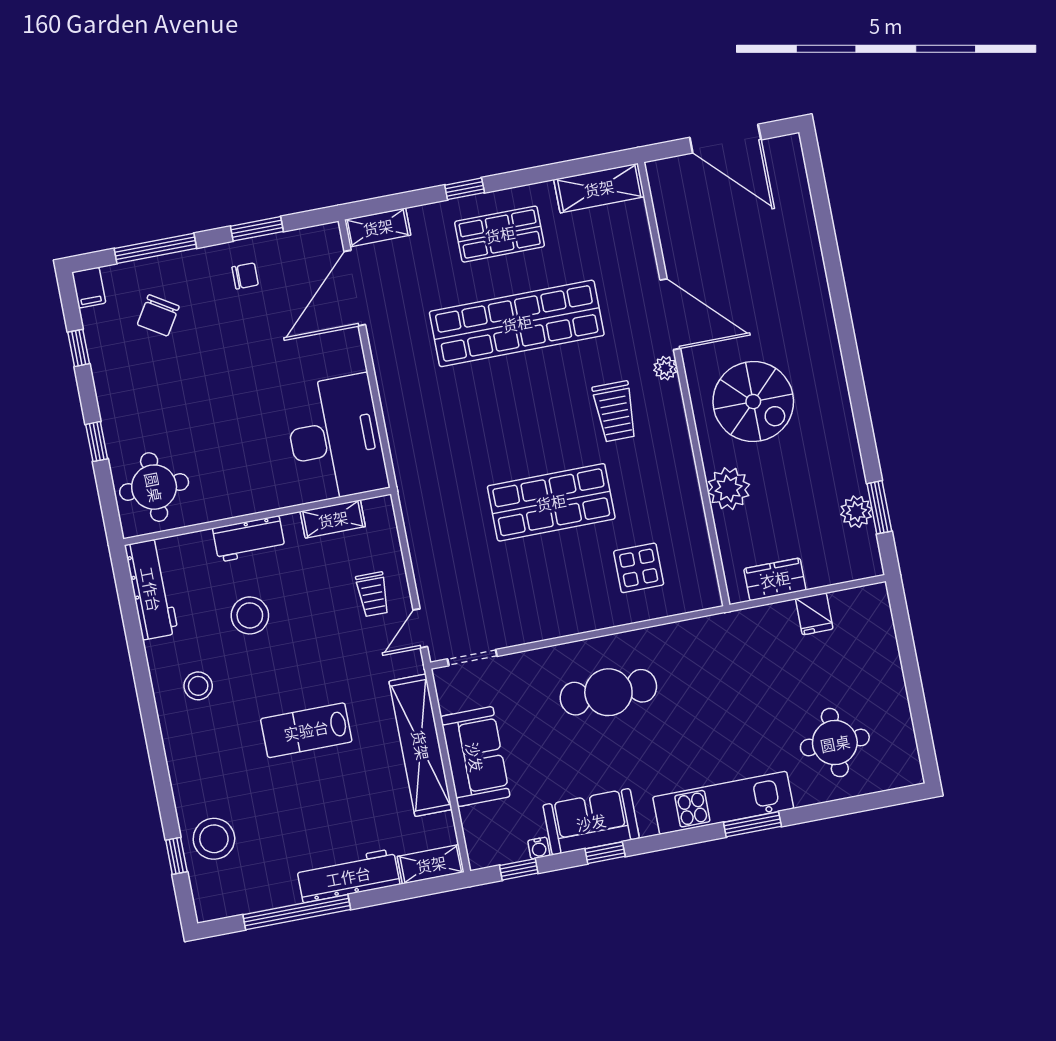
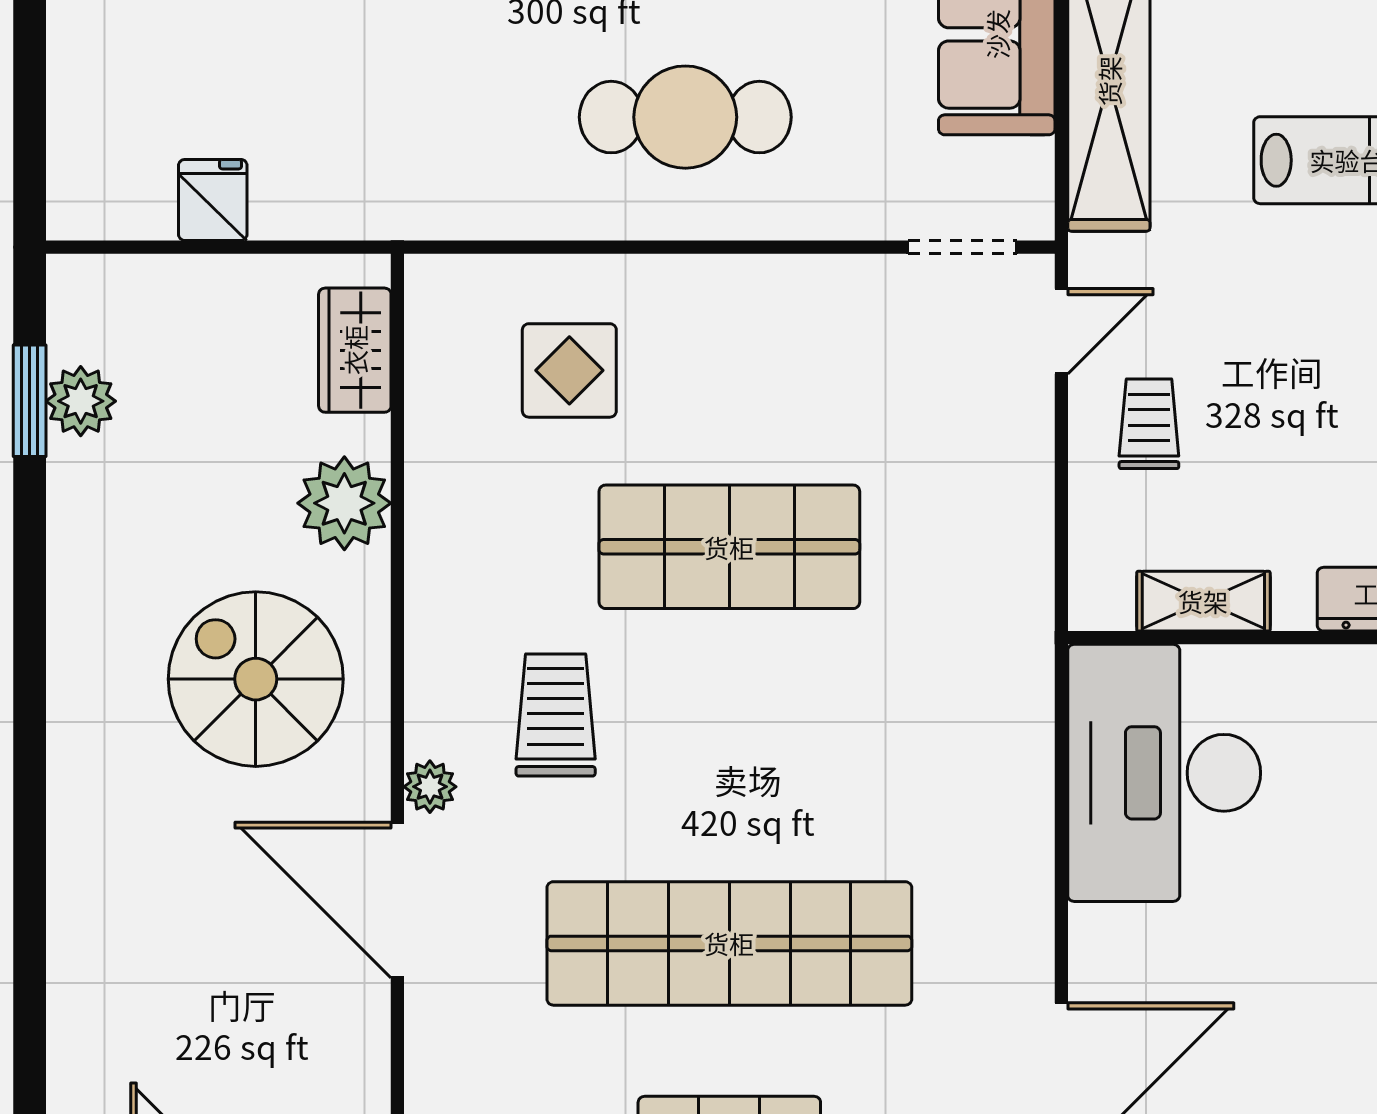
wardrobe: (775, 579) -> (355, 350), moved, turned 90

